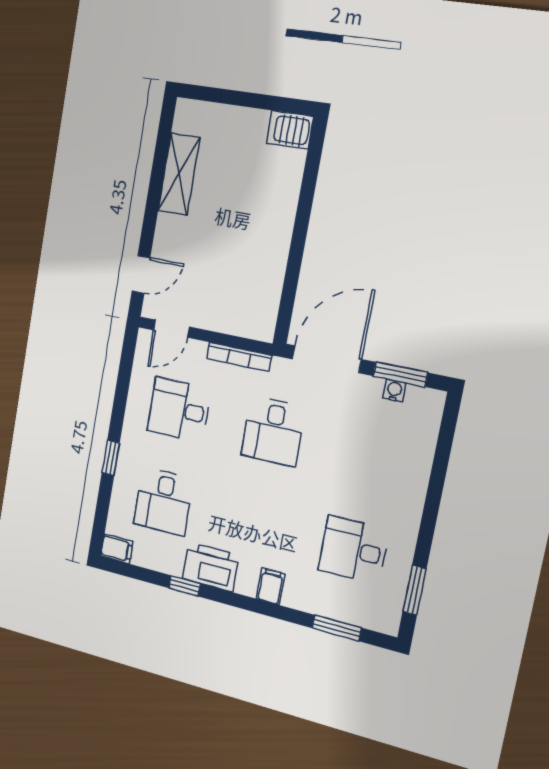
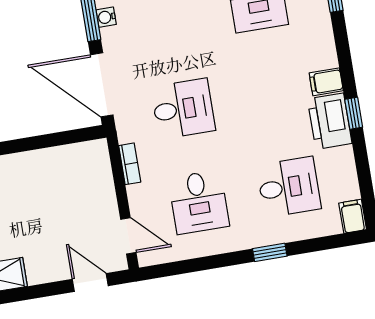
bookcase: (239, 357) -> (130, 164), width x0.64
window: (185, 586) -> (354, 113), moved
filing cabinet: (271, 586) -> (326, 82), moved

